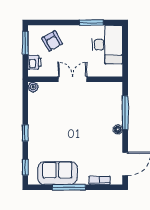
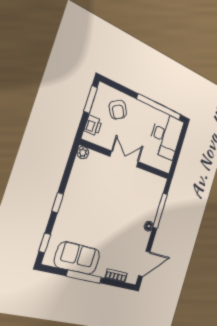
window: (91, 23) -> (159, 107), width x2.11

